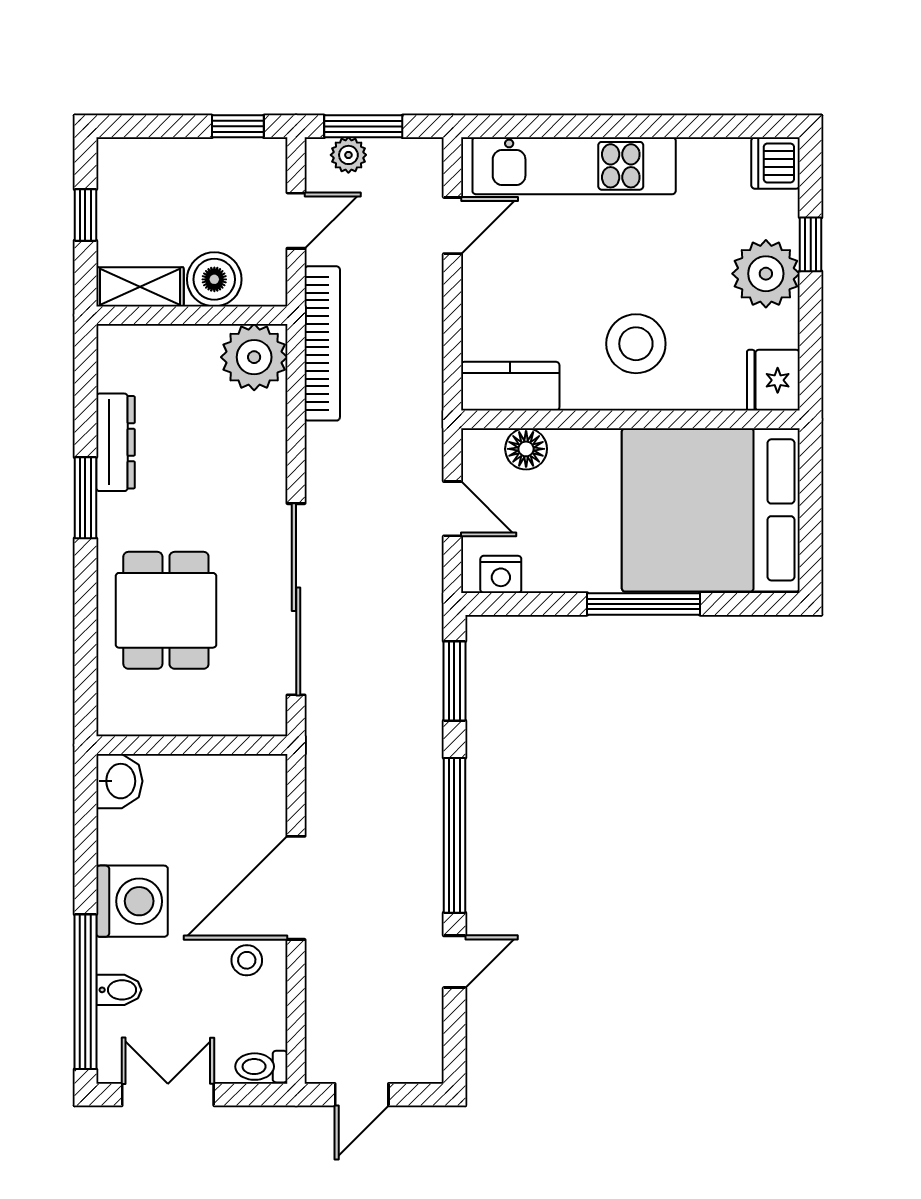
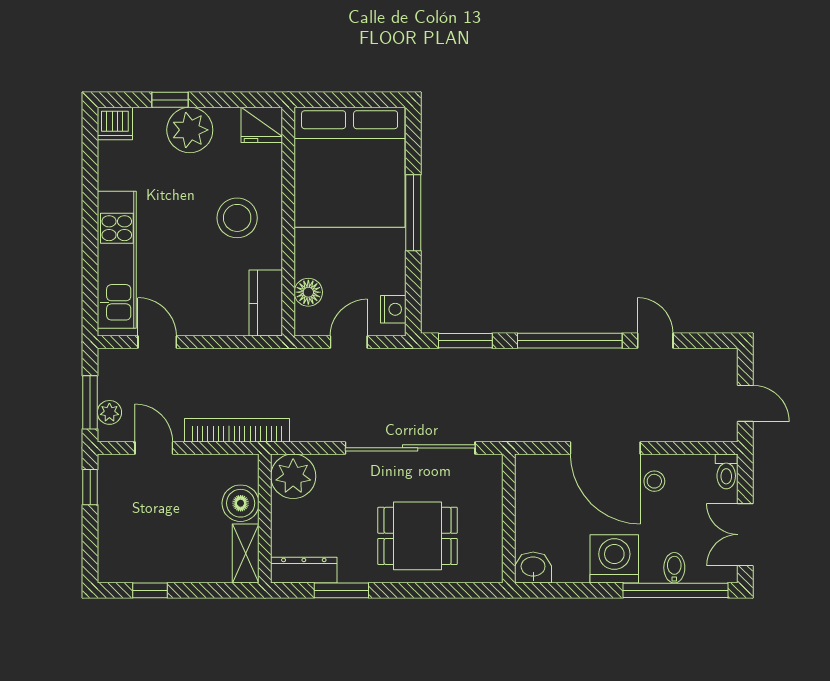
boiler: (214, 279) -> (241, 503), moved
shelving: (140, 287) -> (246, 553), moved
wall: (192, 315) -> (265, 518), moved
plant: (254, 357) -> (293, 476), moved

